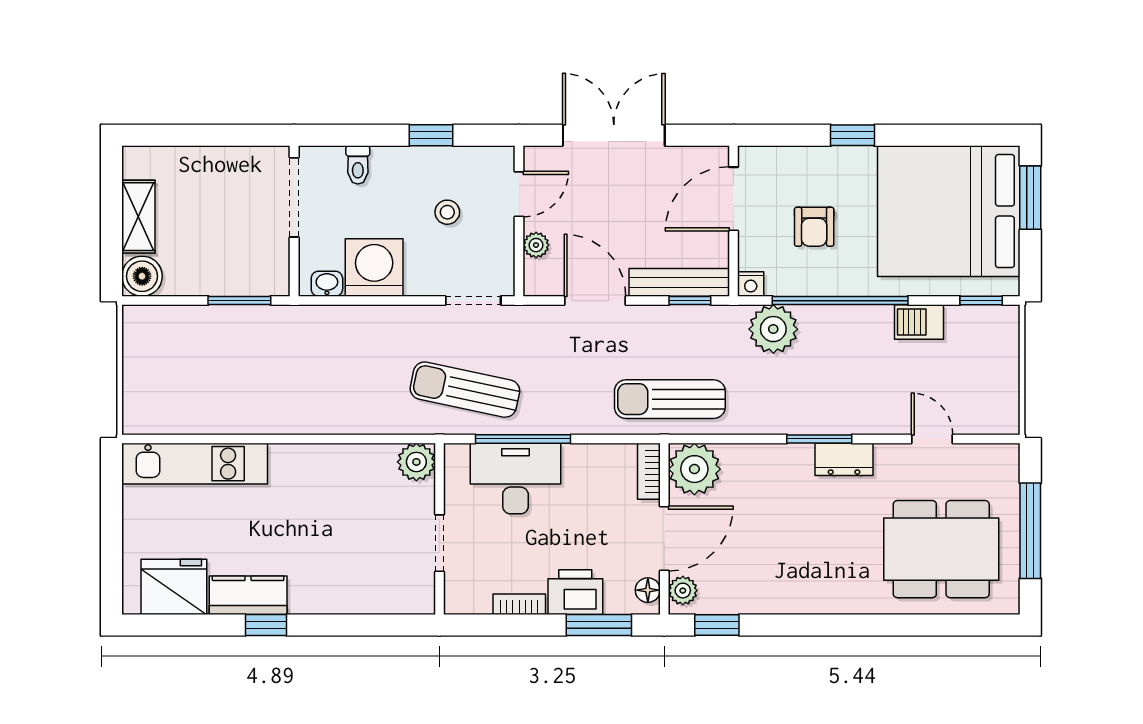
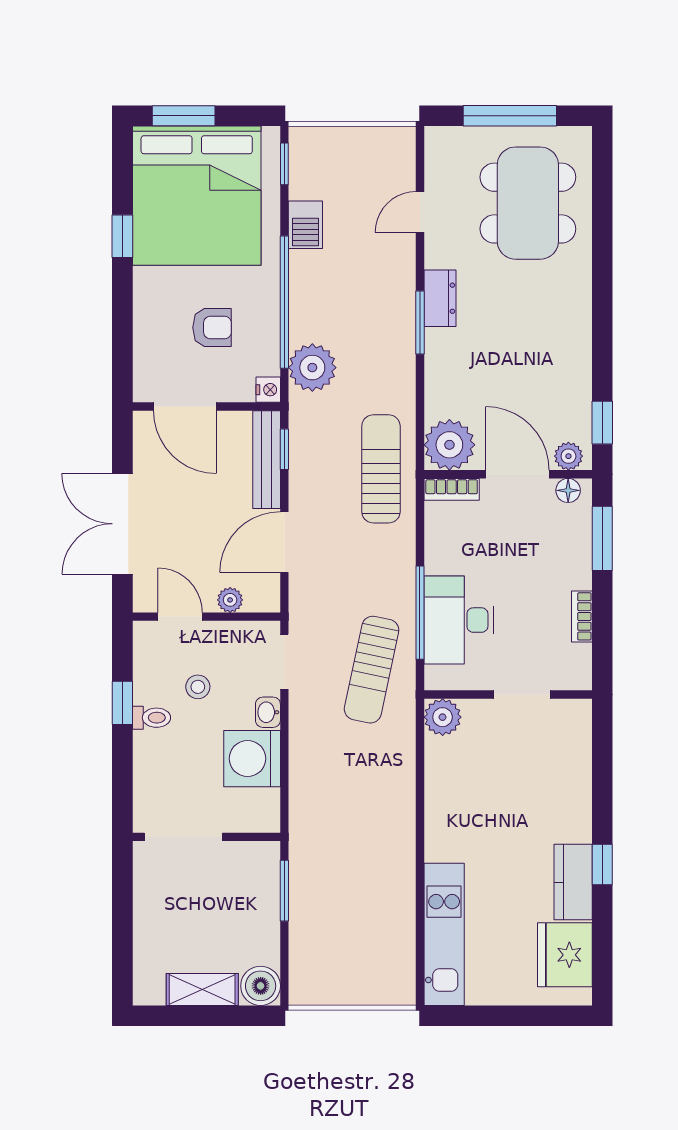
window: (853, 135) -> (122, 236), moved
toilet: (358, 165) -> (152, 718), moved
washbasin: (327, 284) -> (268, 712), moved
sun lounger: (670, 399) -> (381, 469), turned 180
printer: (575, 592) -> (570, 561), removed

